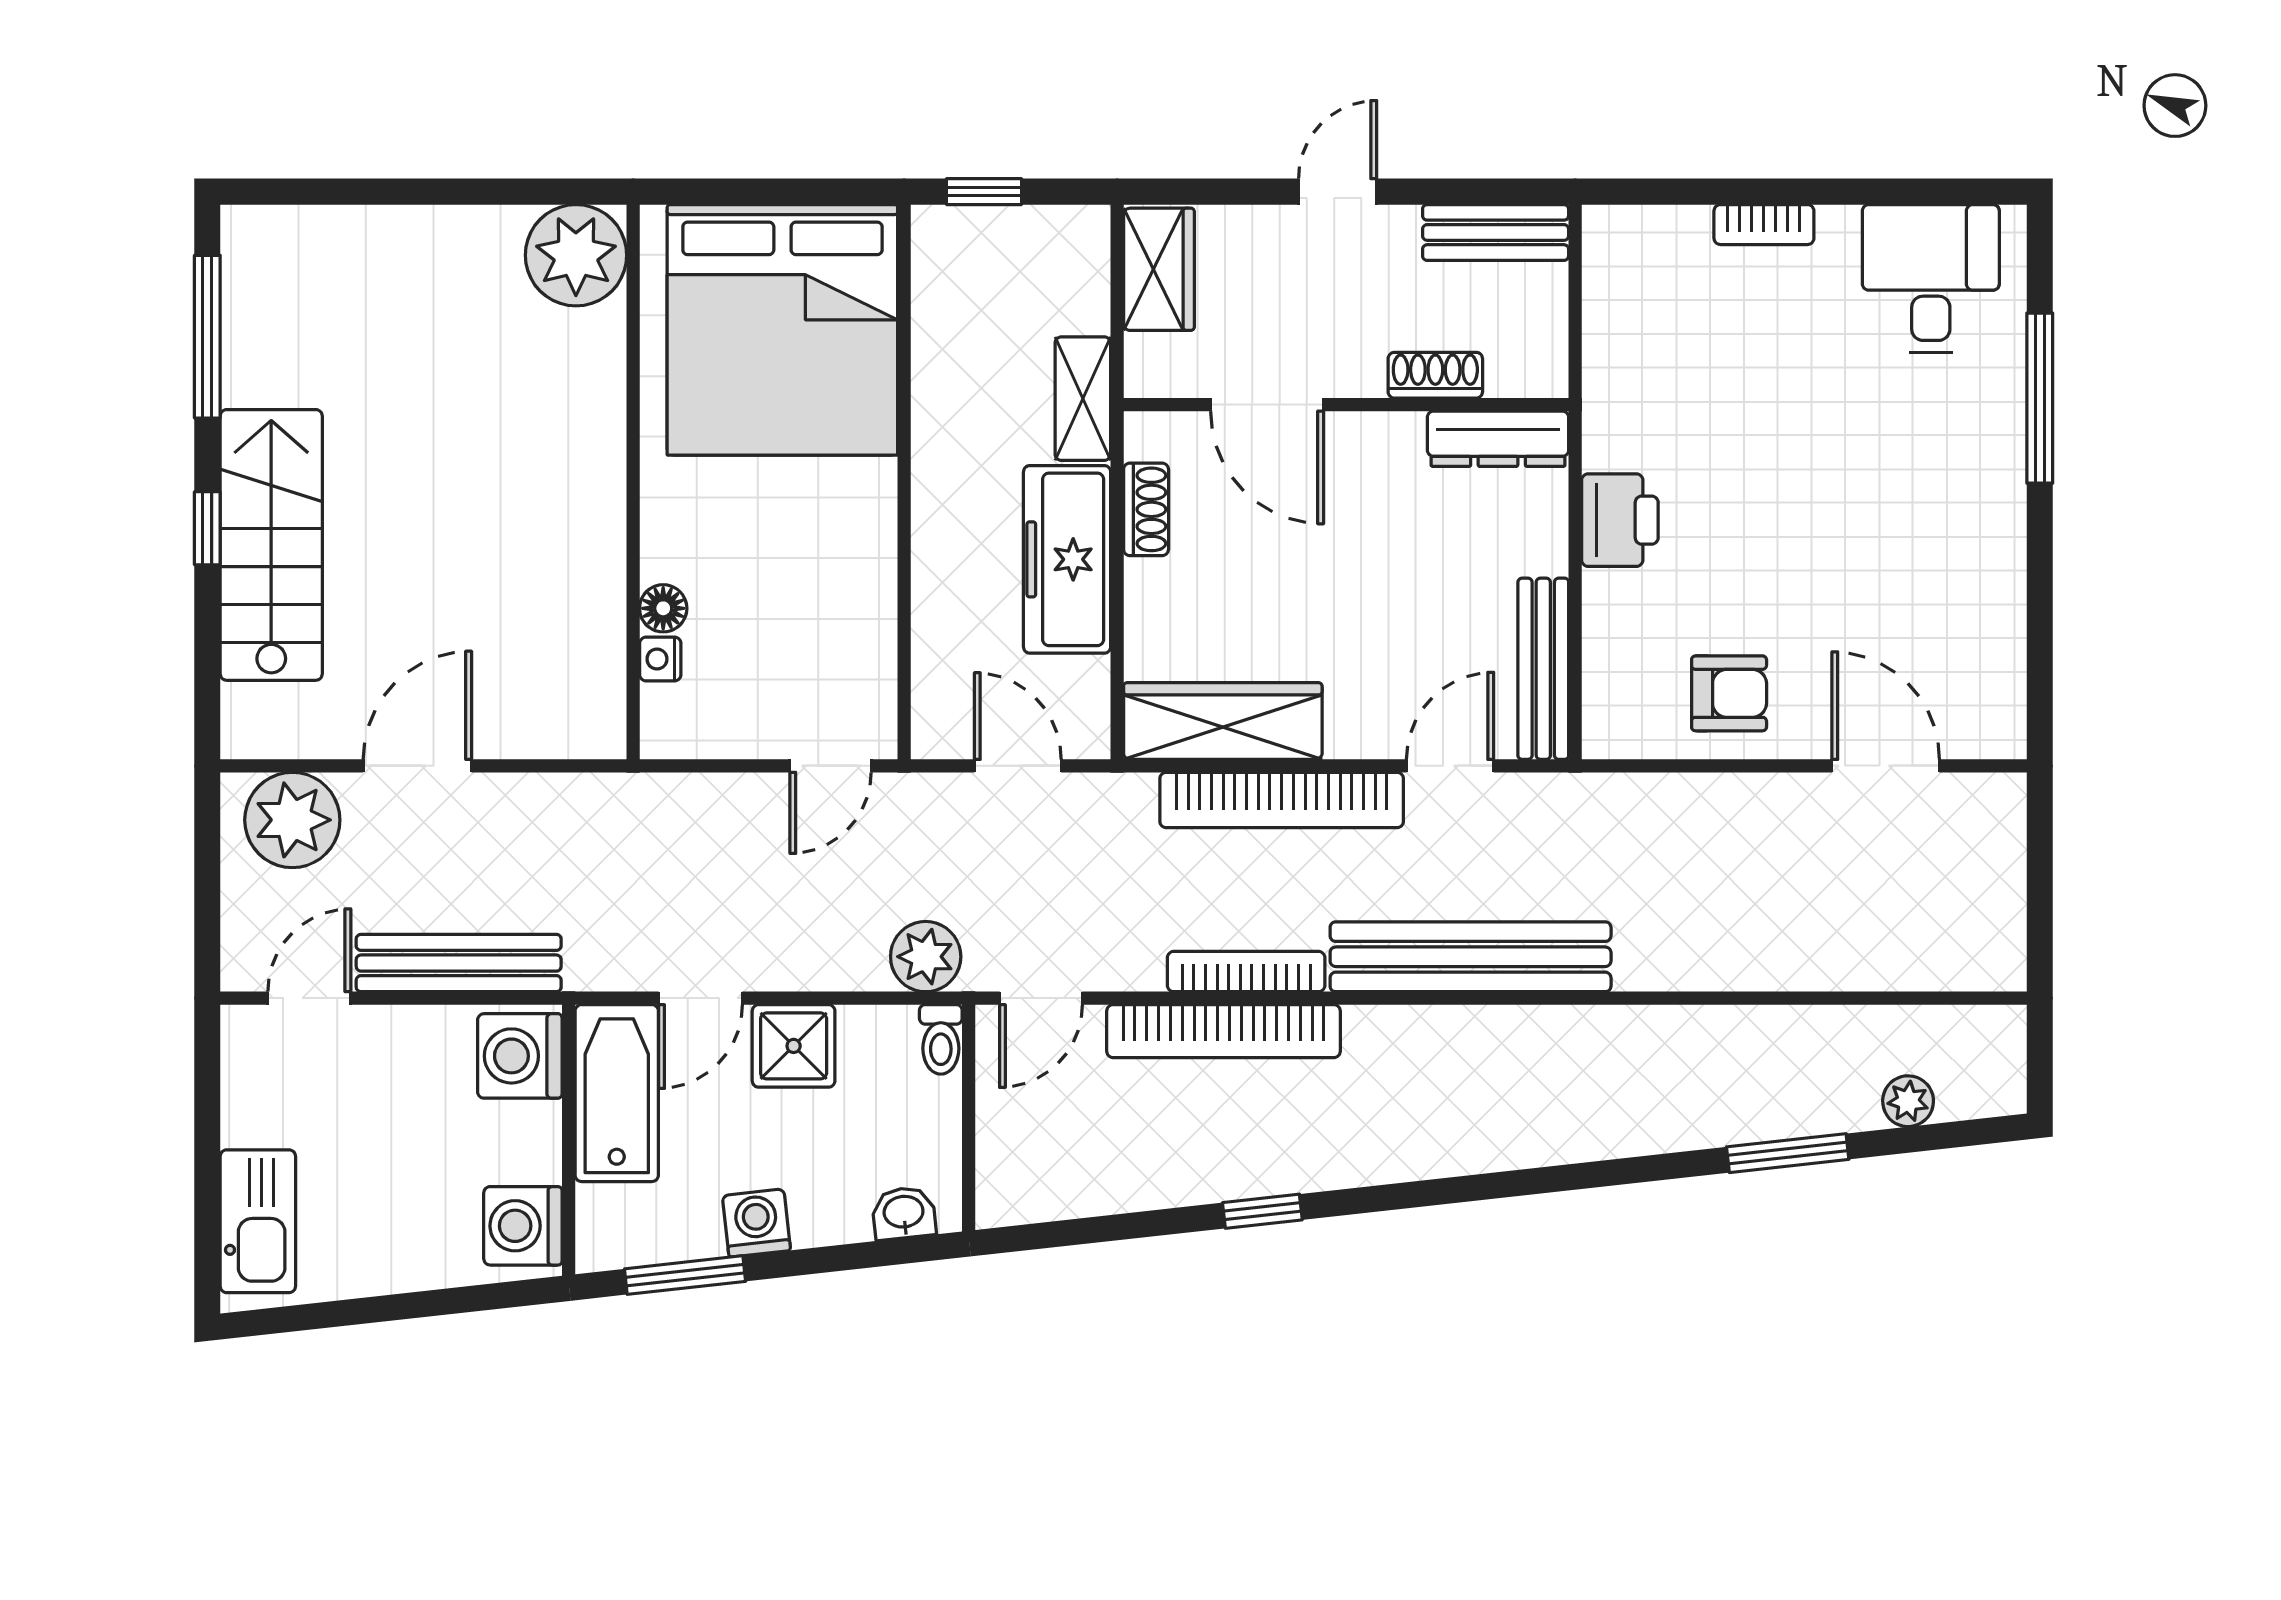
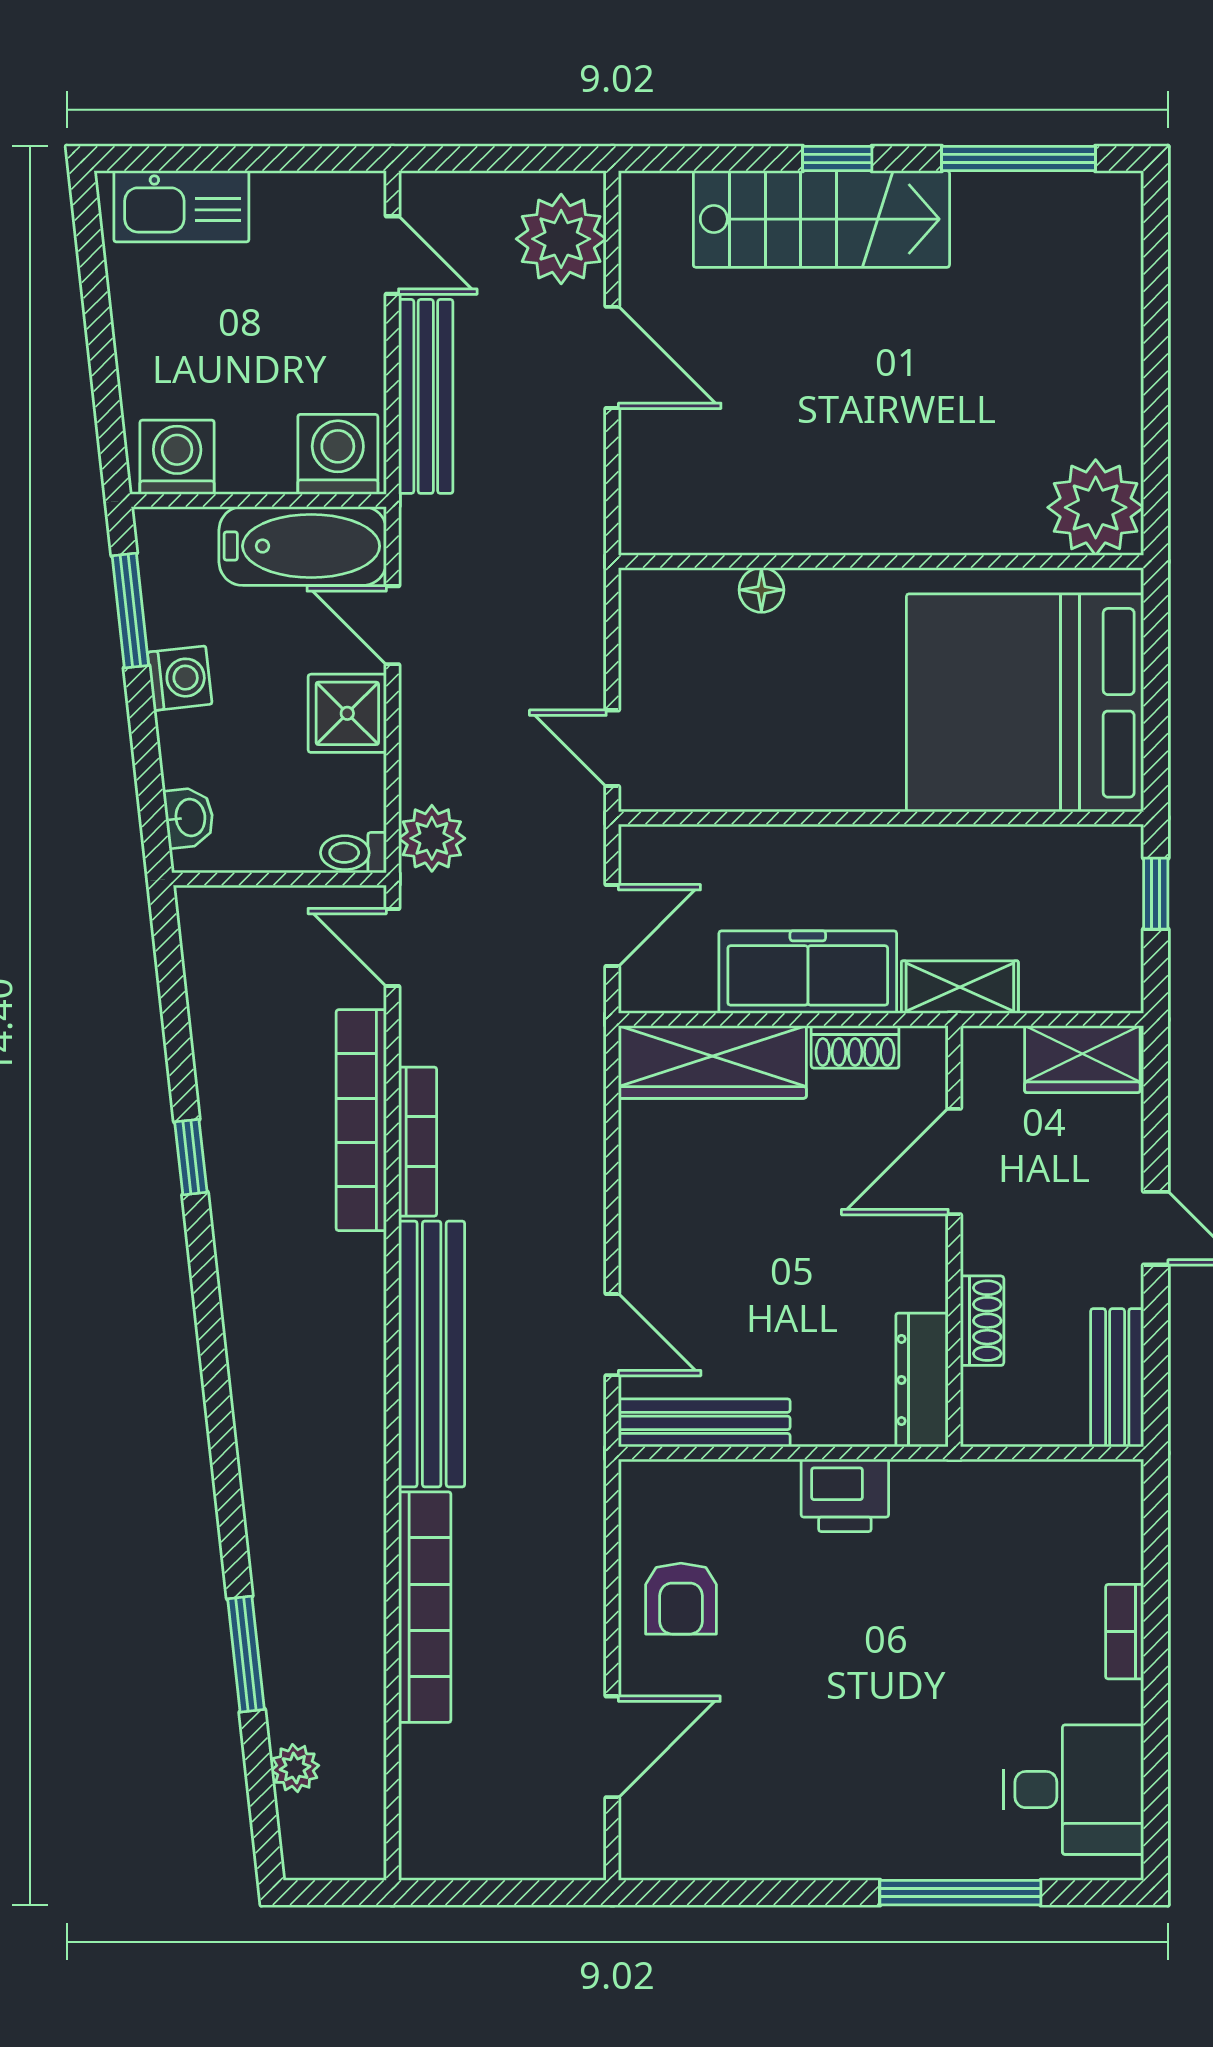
nightstand: (660, 659) -> (713, 587), removed
wardrobe: (1223, 721) -> (712, 1062), moved, turned 90
bookcase: (1282, 800) -> (425, 1607), moved, turned 180

